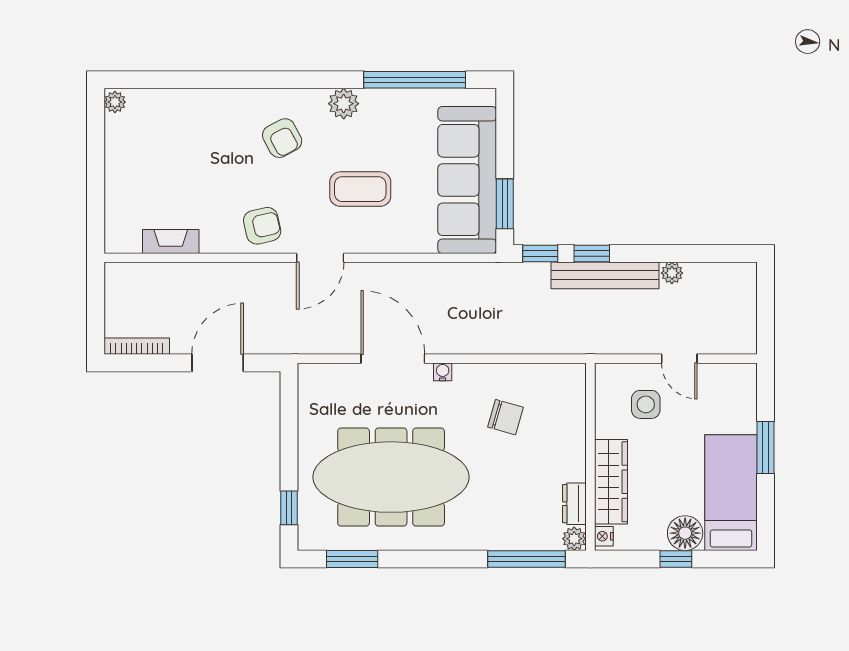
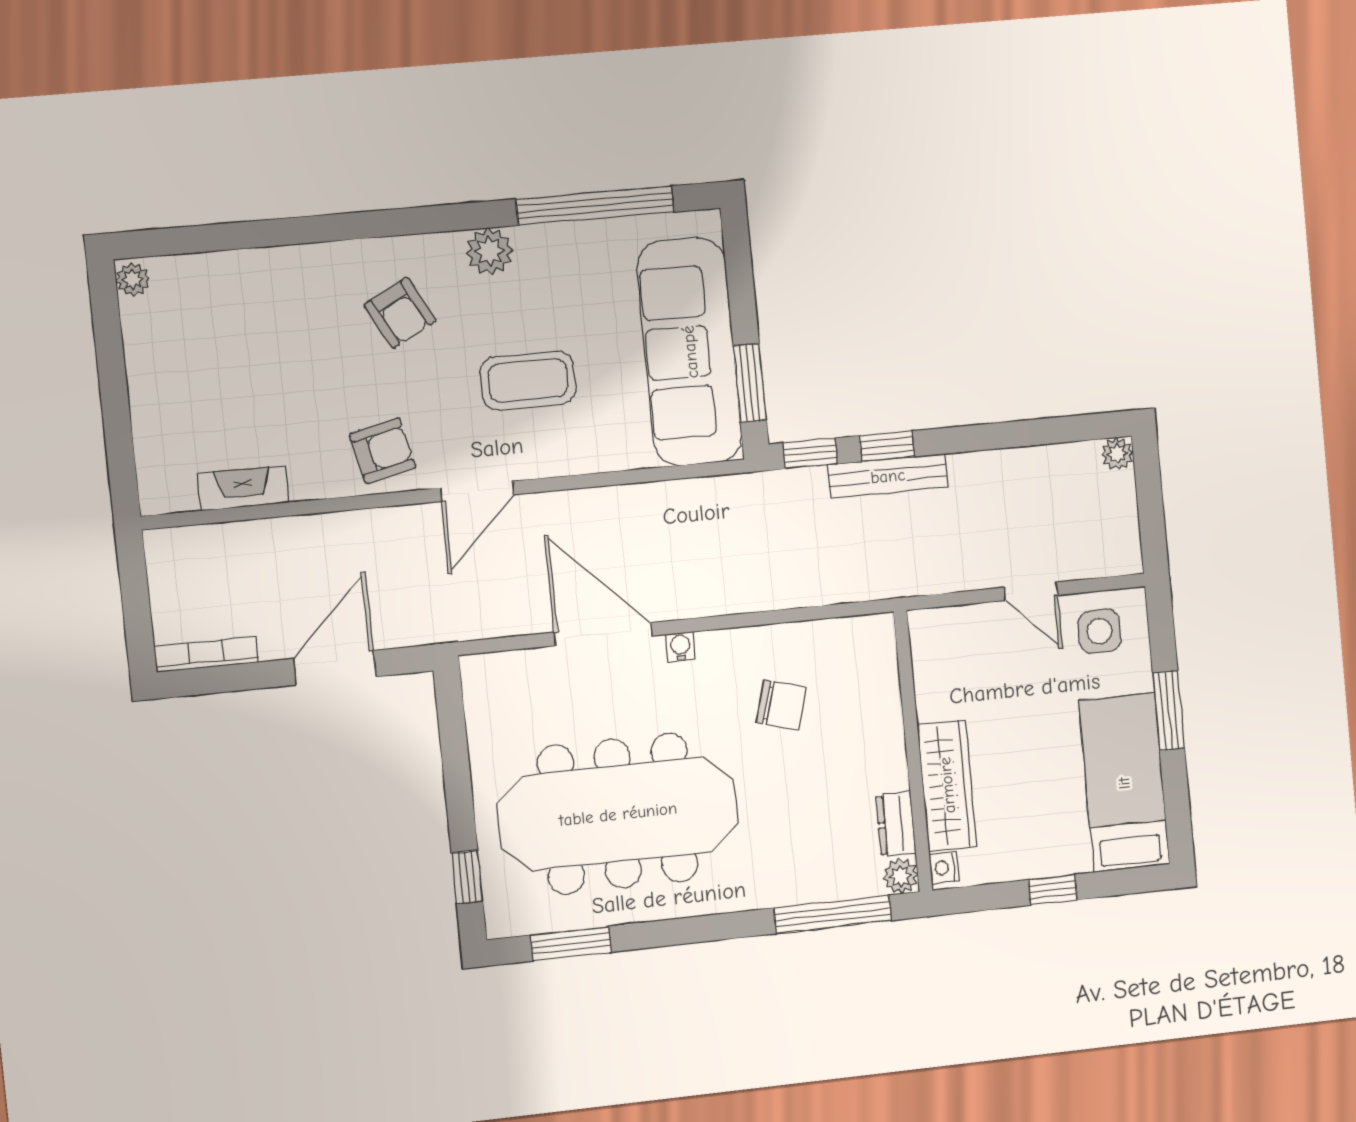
plant: (672, 273) -> (1117, 454), moved
bench: (605, 275) -> (888, 476), width x0.73, depth x0.82
side table: (646, 404) -> (1100, 631), moved
floor lamp: (685, 533) -> (1063, 850), removed

